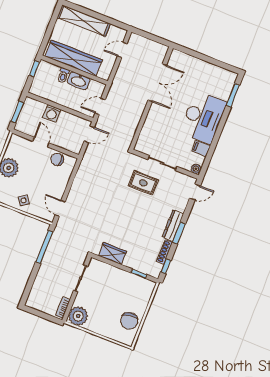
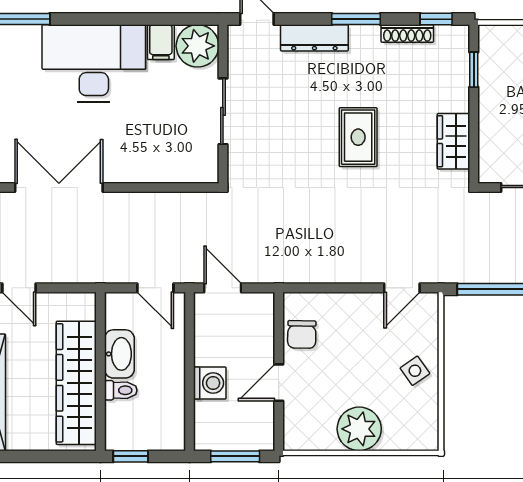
plant: (196, 169) -> (198, 46), width x1.87, depth x1.87
rug: (143, 183) -> (358, 137), moved
dresser: (173, 226) -> (314, 38), moved

